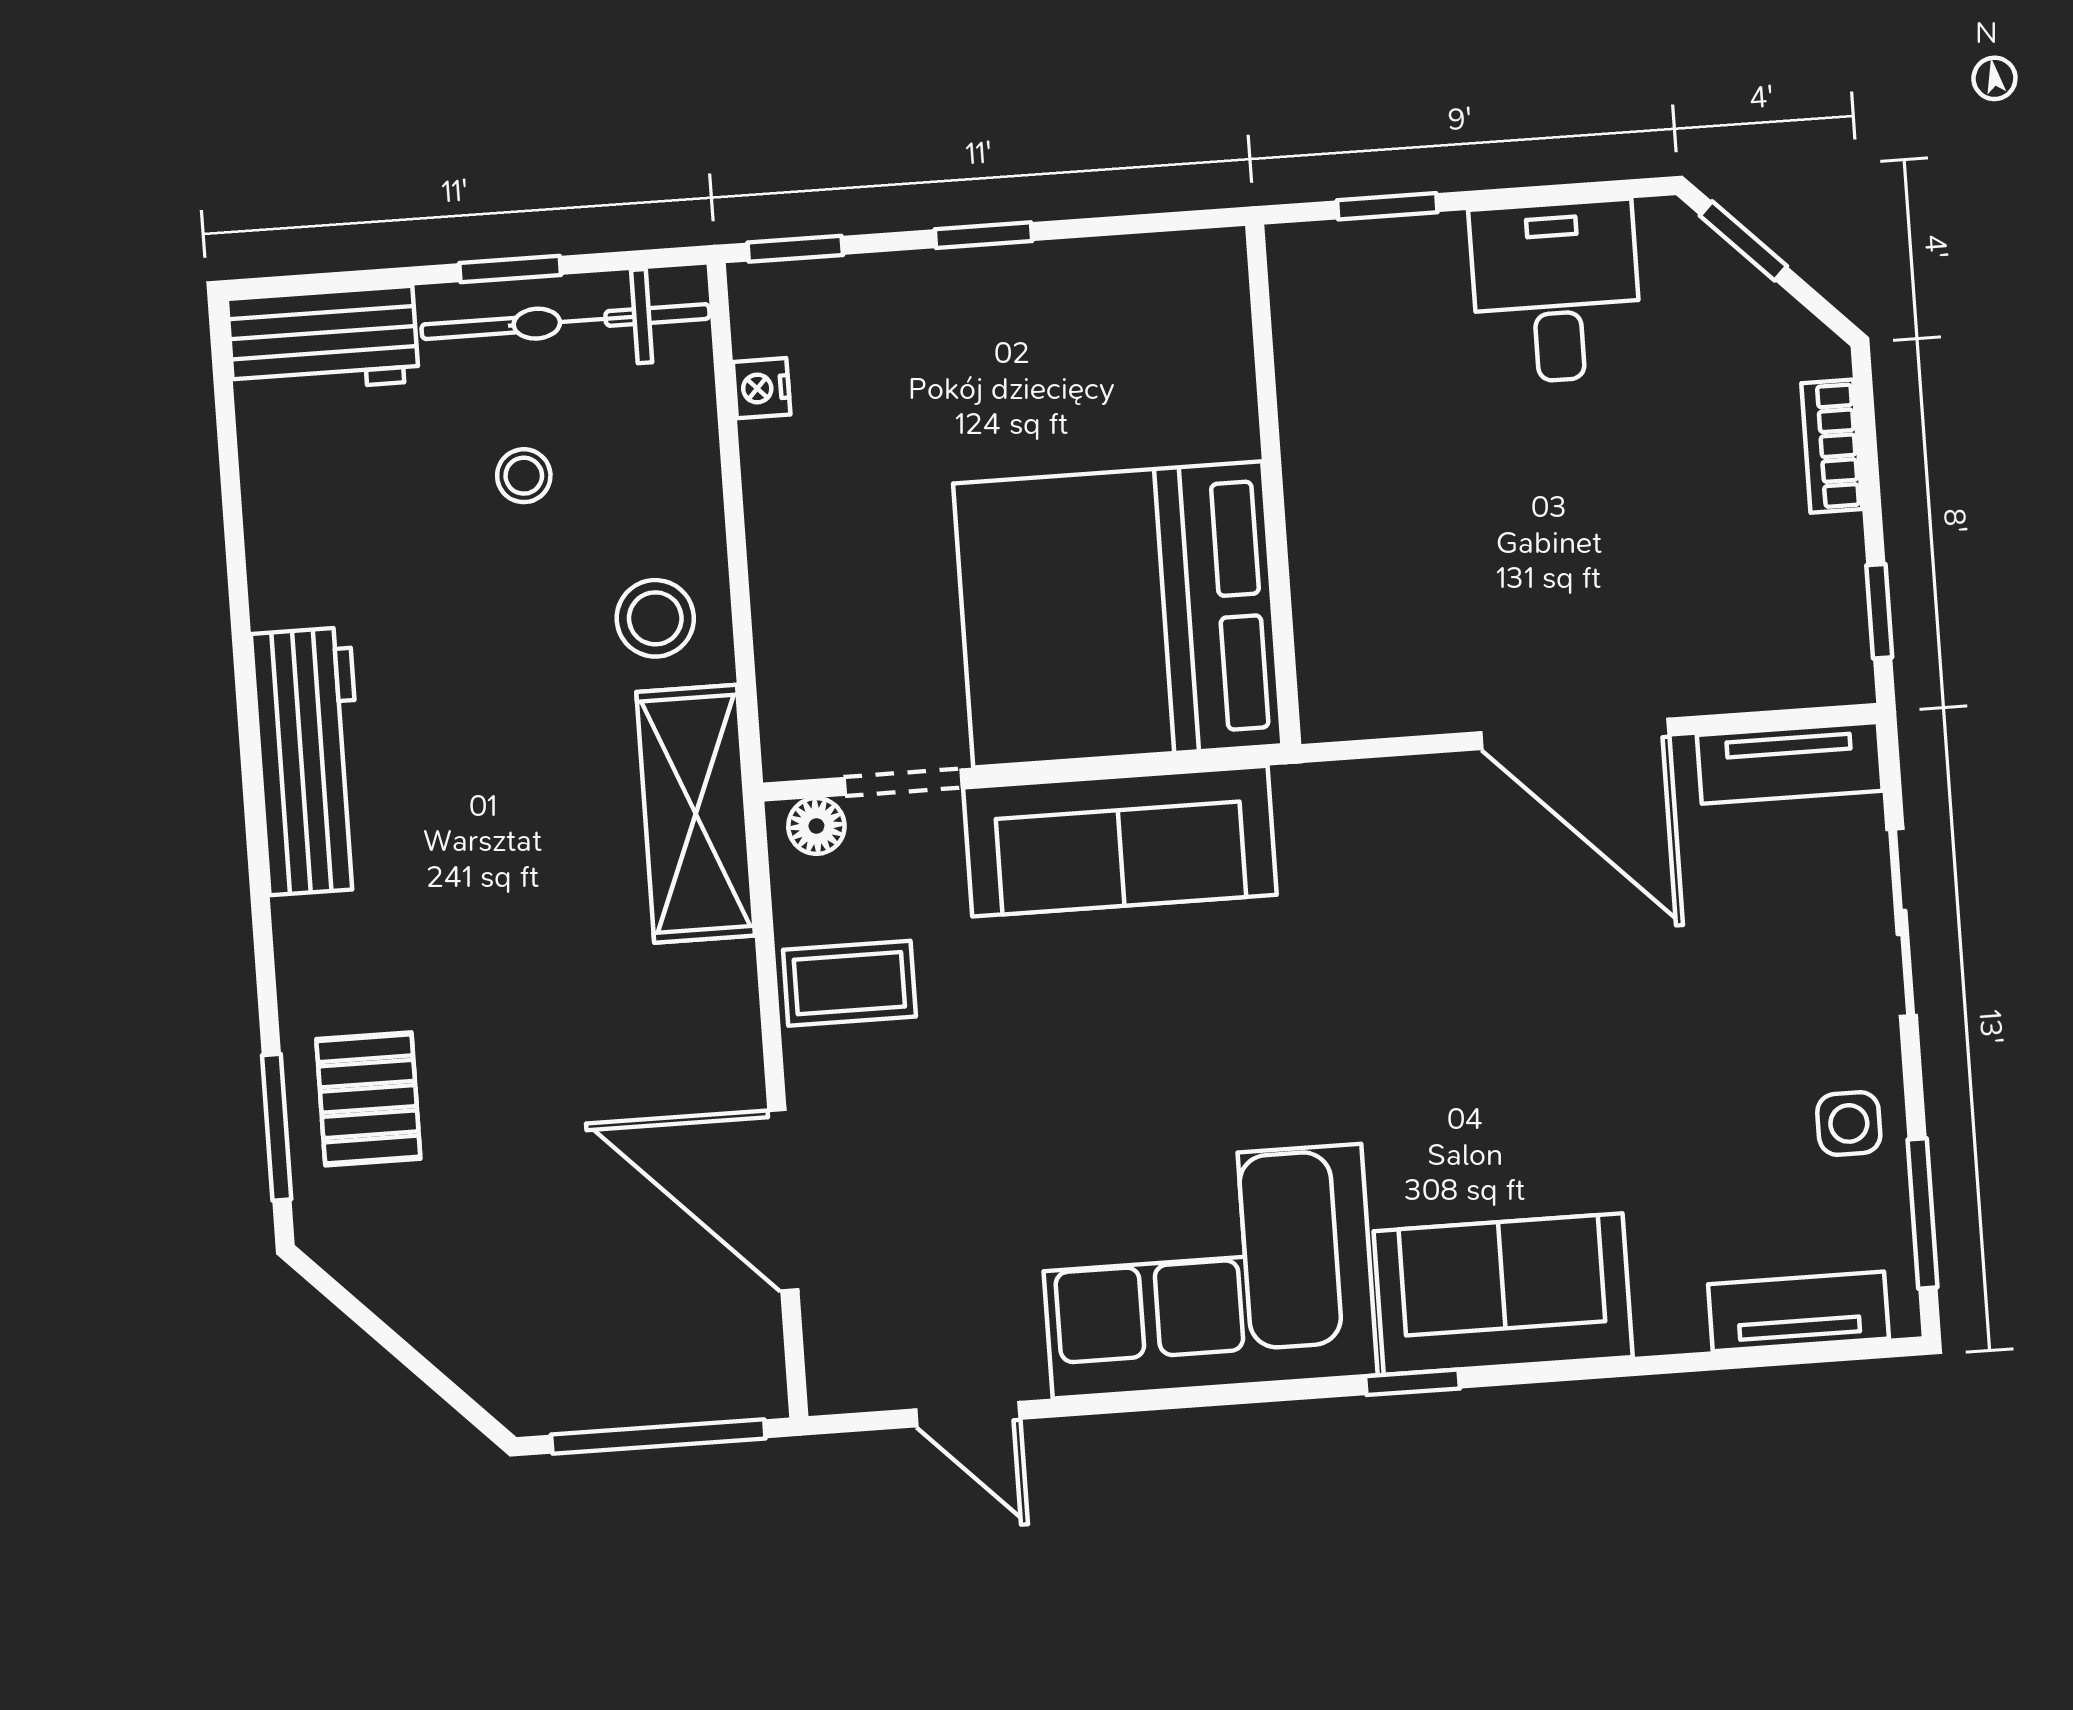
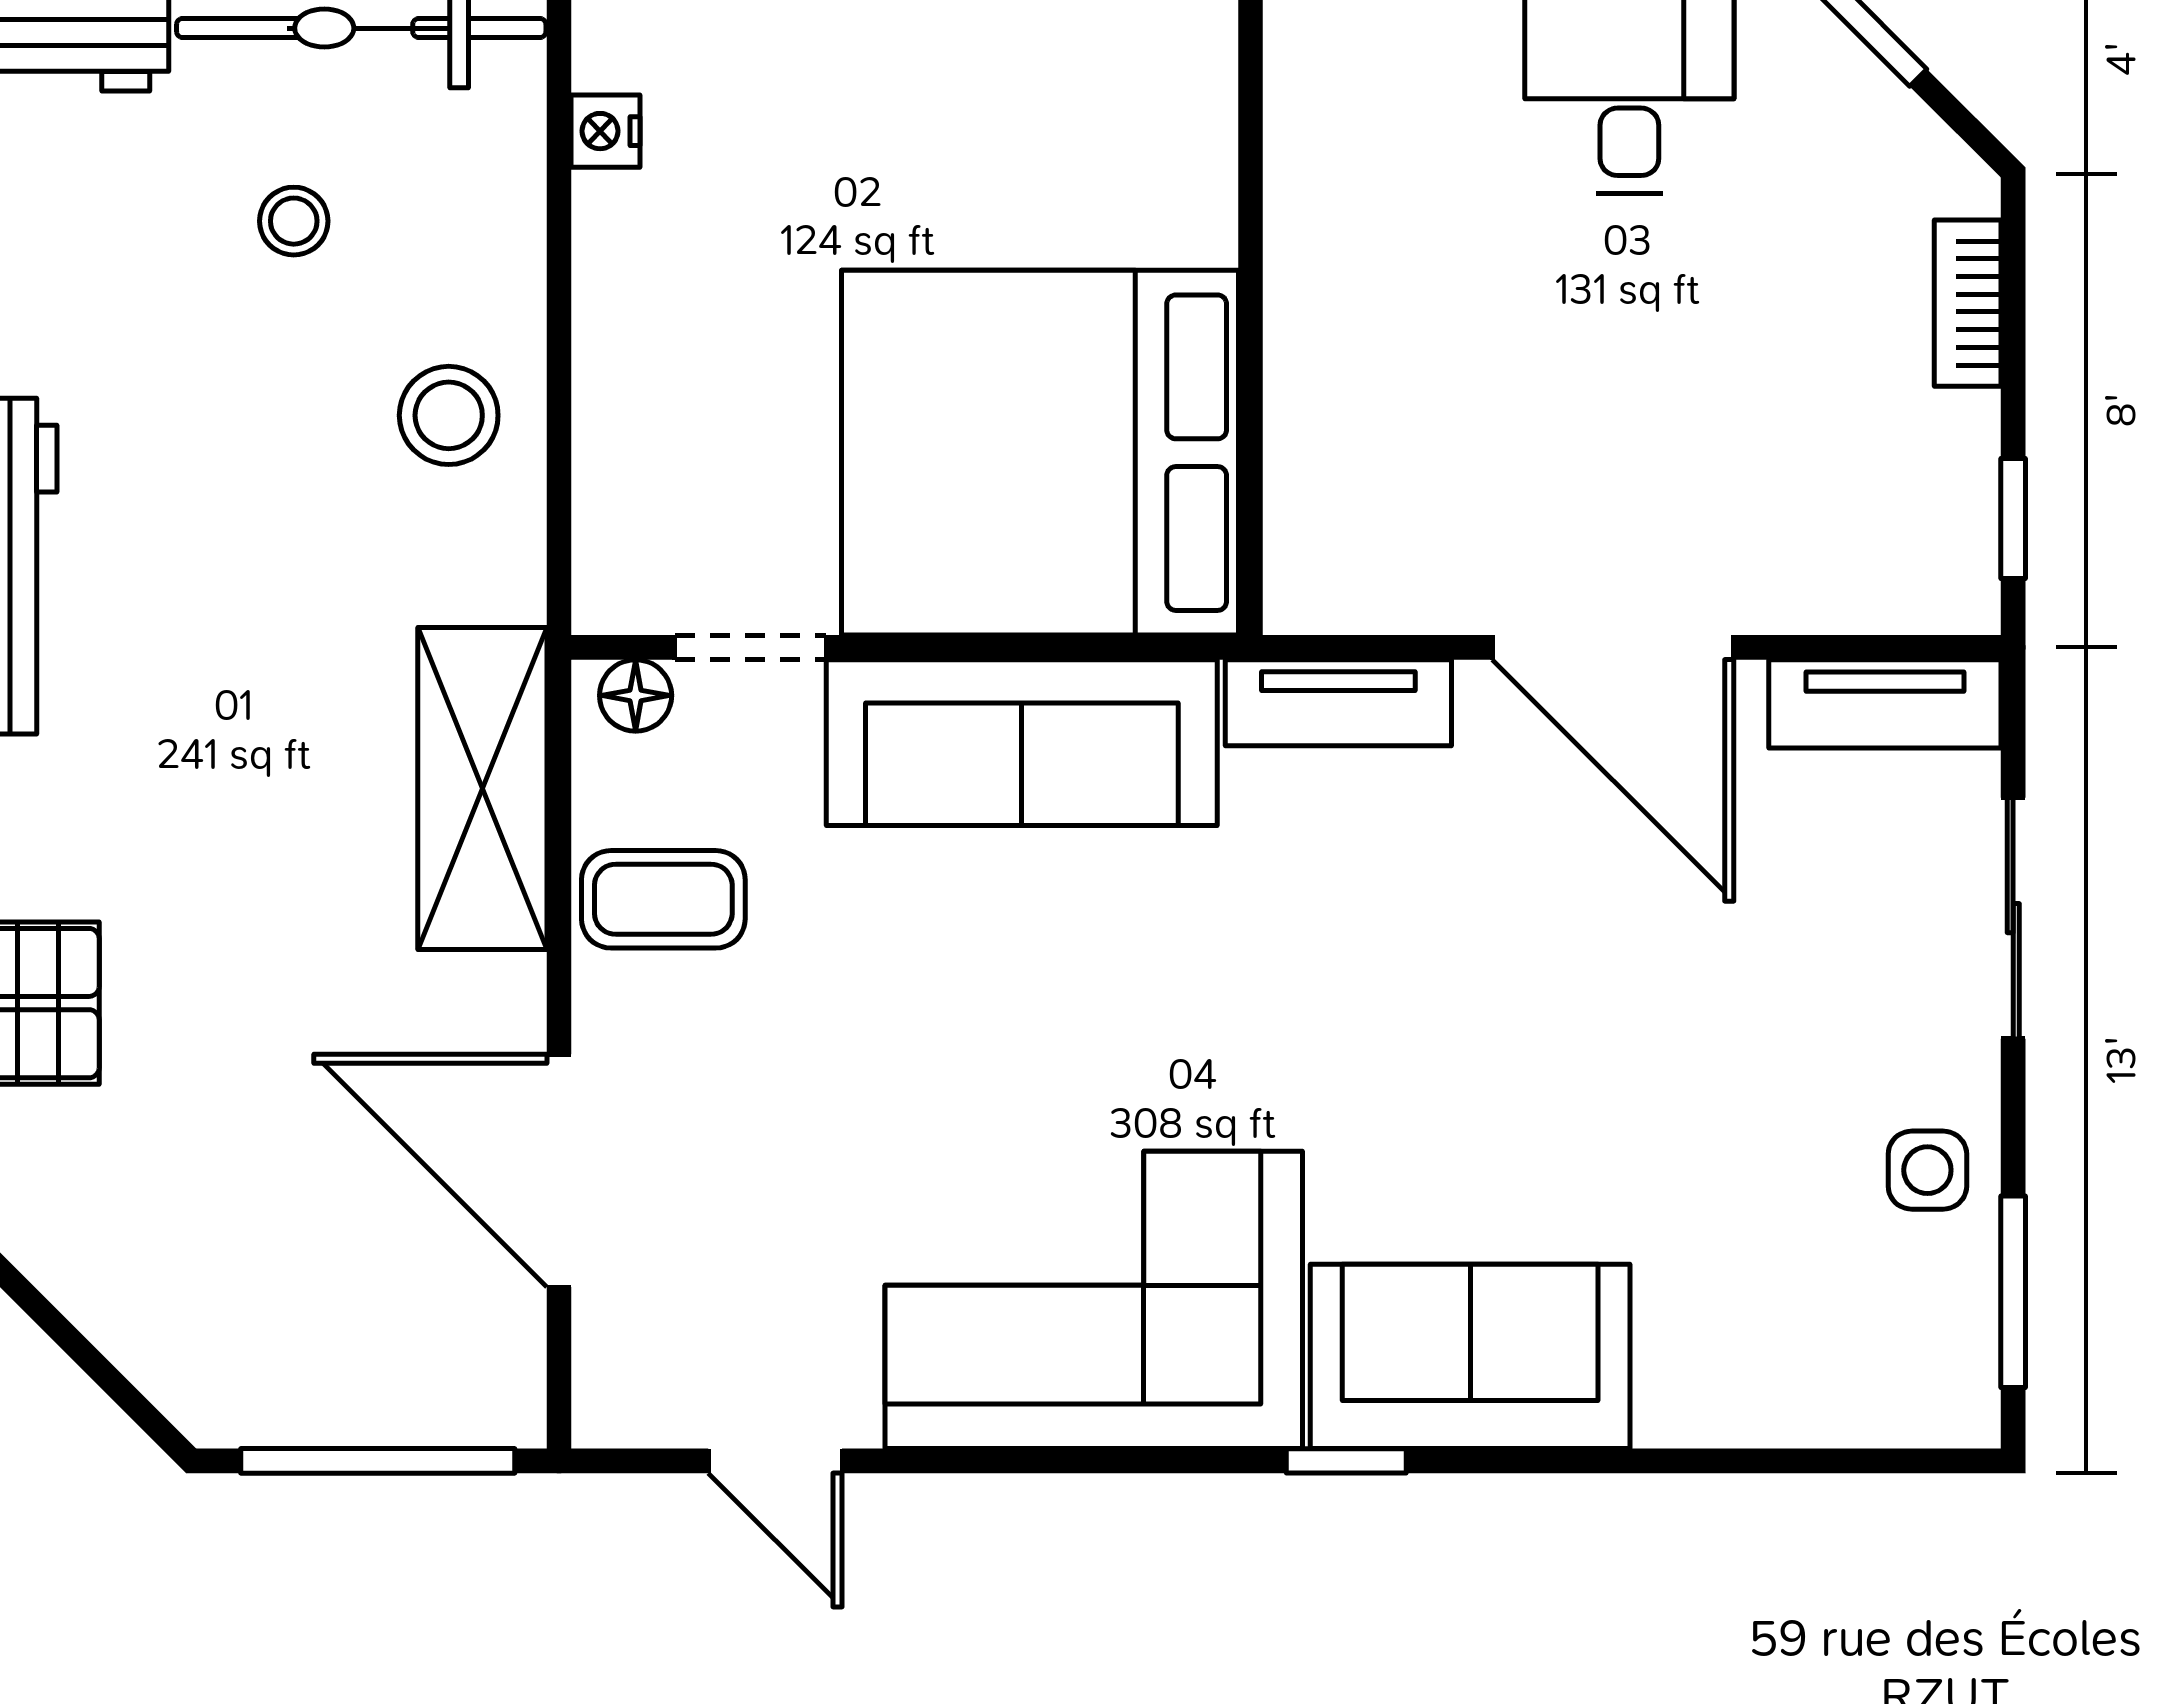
shelving: (696, 814) -> (482, 789), moved
tv unit: (1798, 1311) -> (1338, 703), moved, turned 180

